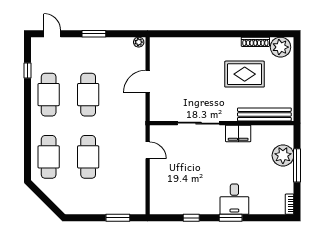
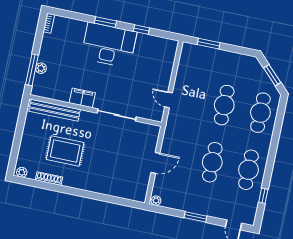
plant: (281, 47) -> (22, 172), width x0.53, depth x0.53
plant: (283, 155) -> (41, 68), width x0.53, depth x0.53
window: (297, 165) -> (32, 70), moved
window: (45, 199) -> (272, 75), added
desk: (234, 199) -> (109, 45), width x1.87, depth x1.30

